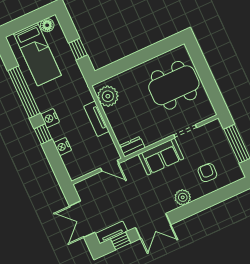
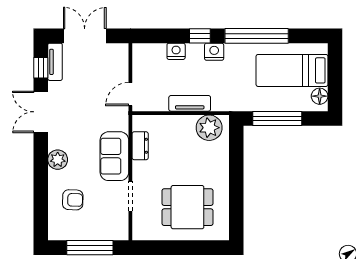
window: (78, 49) -> (277, 118), width x2.17
dining table: (174, 85) -> (187, 207), width x0.73
dresser: (132, 147) -> (140, 146), moved

